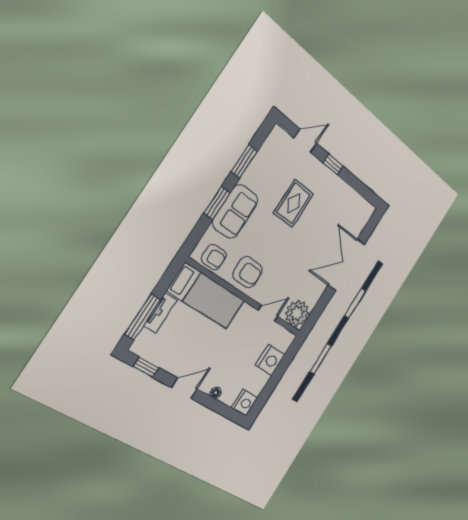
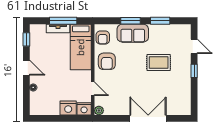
plant: (297, 313) -> (99, 110), width x0.53, depth x0.53
window: (143, 317) -> (63, 21), moved
nightstand: (245, 403) -> (84, 109), moved

